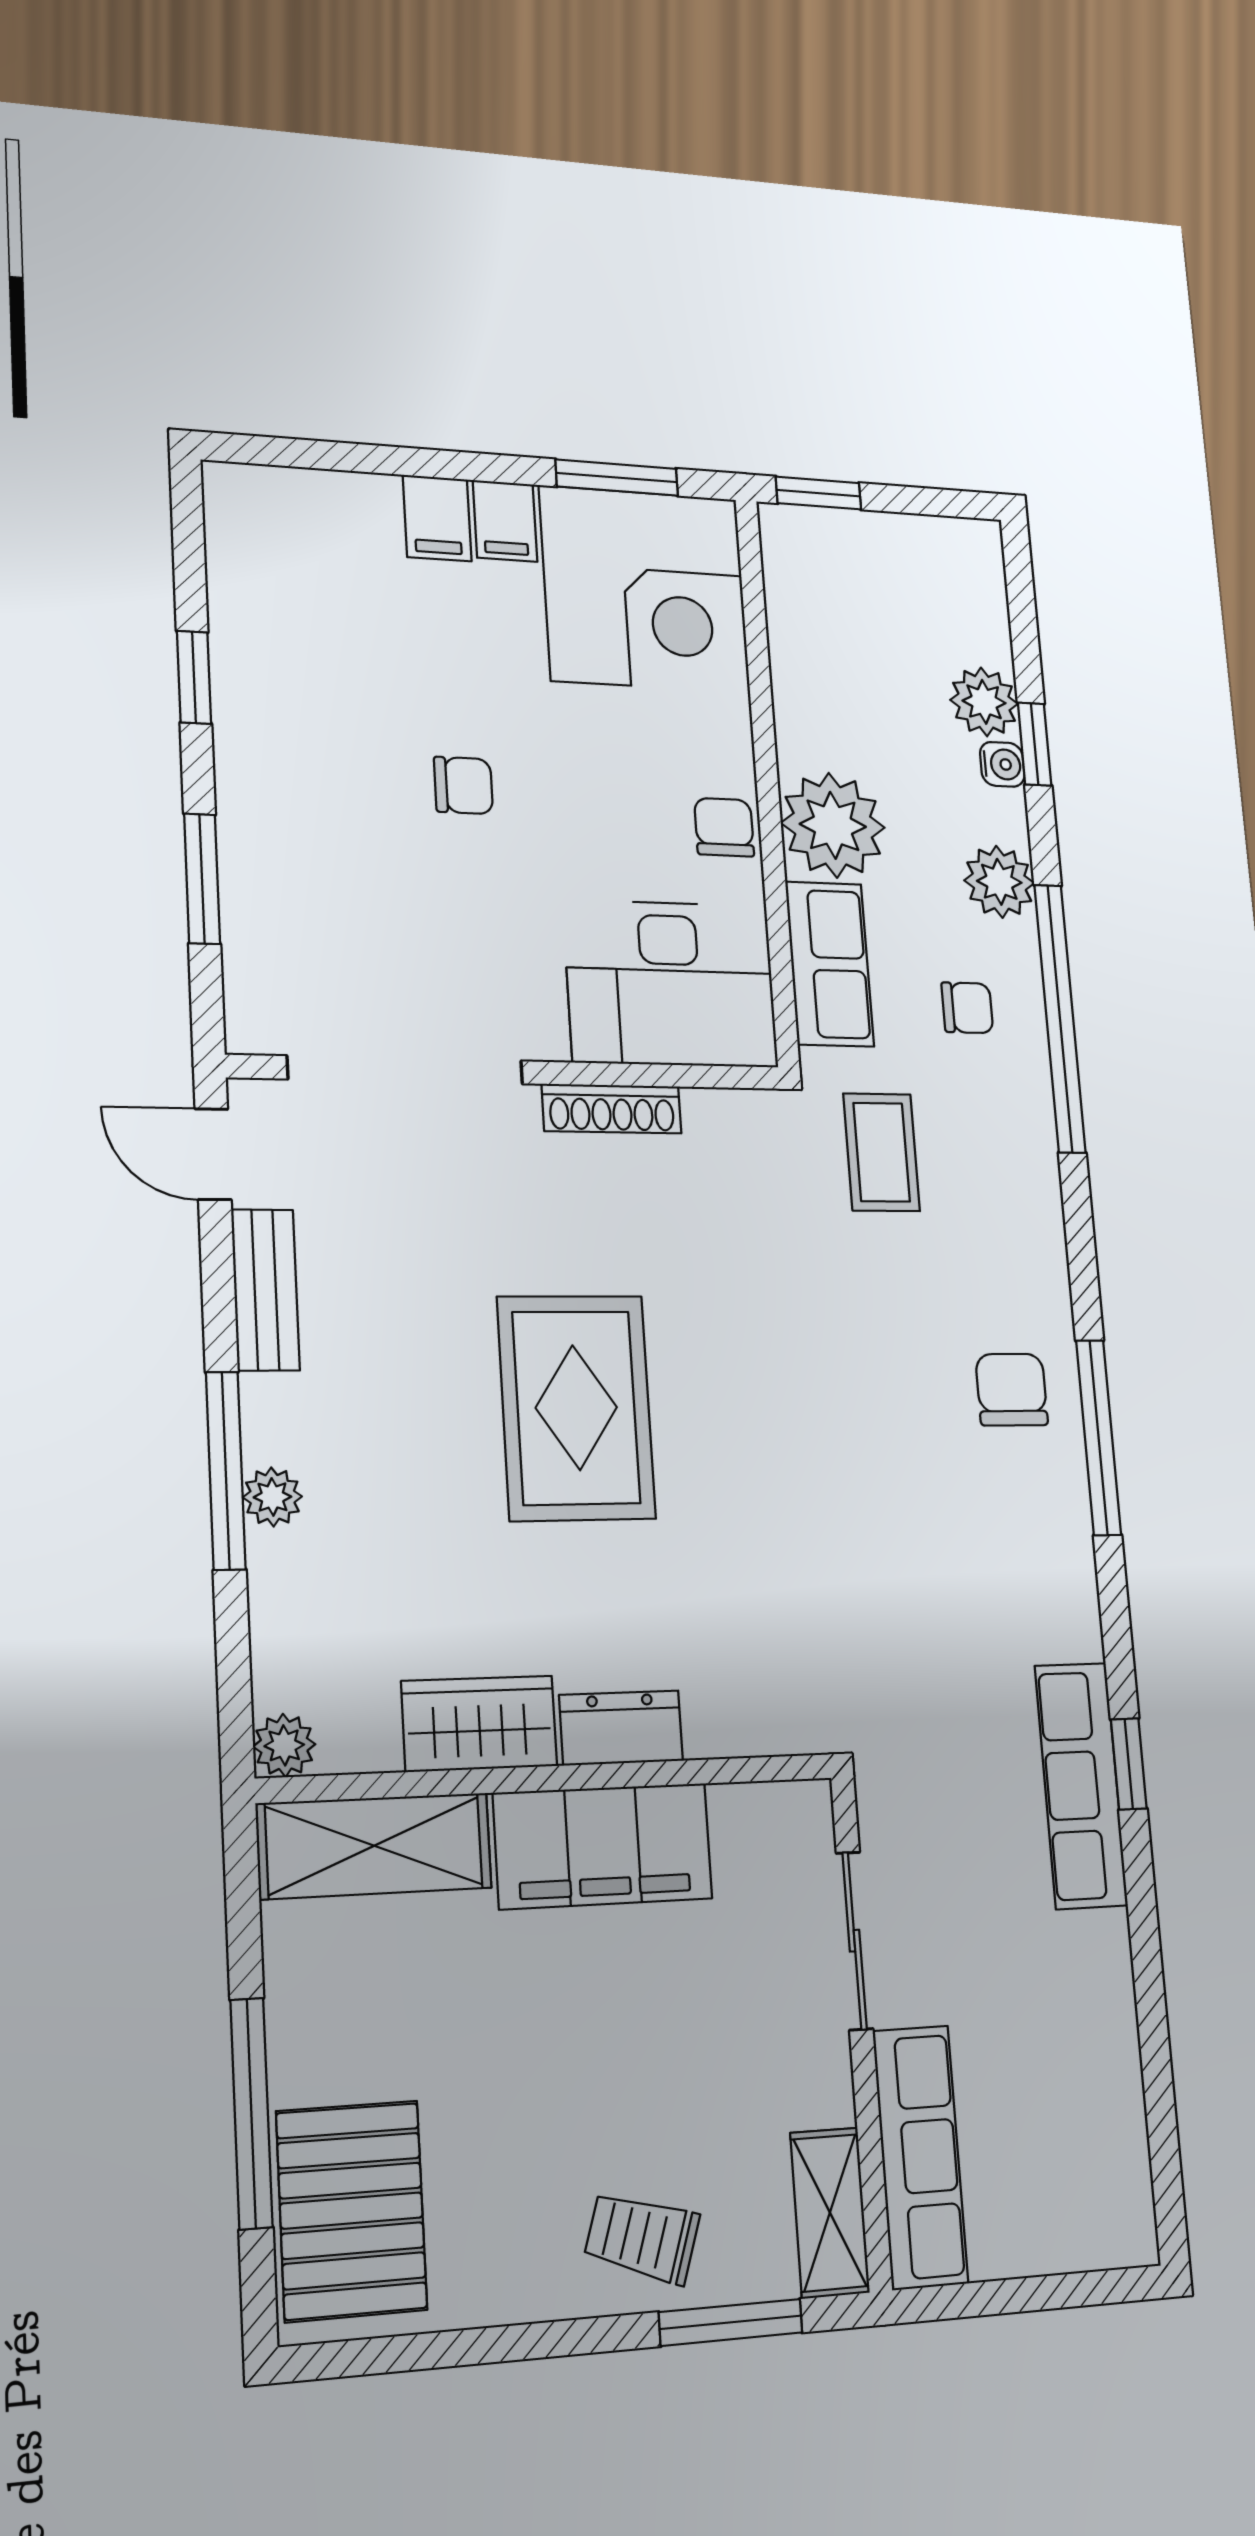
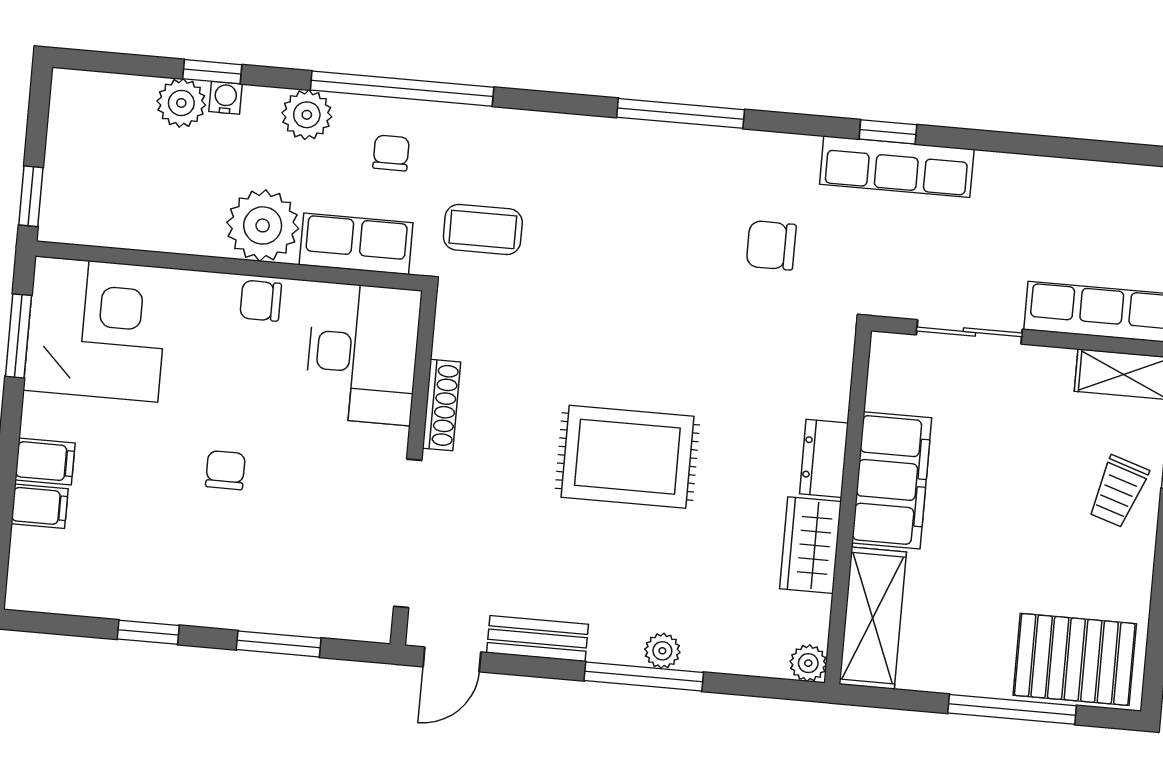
filing cabinet: (505, 521) -> (40, 506), moved
chair: (1012, 1390) -> (771, 245), moved

